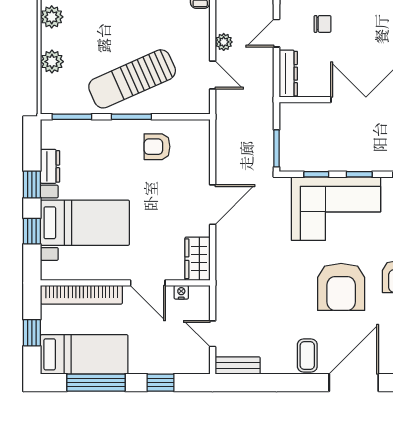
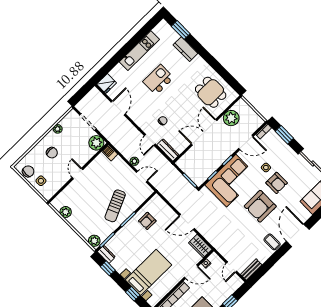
plant: (52, 62) -> (94, 241), moved
sun lounger: (132, 79) -> (115, 206), width x0.73, depth x0.75
dresser: (50, 166) -> (106, 254), moved
window: (32, 185) -> (108, 268), moved
door: (213, 205) -> (187, 222), swing flipped
armchair: (341, 287) -> (260, 206), turned 90
door: (213, 334) -> (231, 267), hinge flipped

